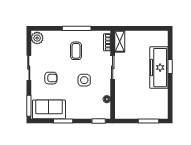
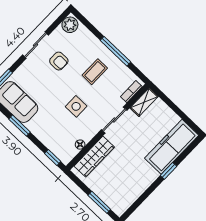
freezer: (159, 68) -> (172, 147), moved
armchair: (51, 78) -> (59, 61), moved
wardrobe: (121, 98) -> (94, 157), added

